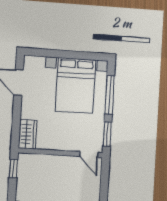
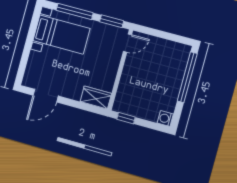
bed with nightstands: (75, 86) -> (61, 35), width x0.73

